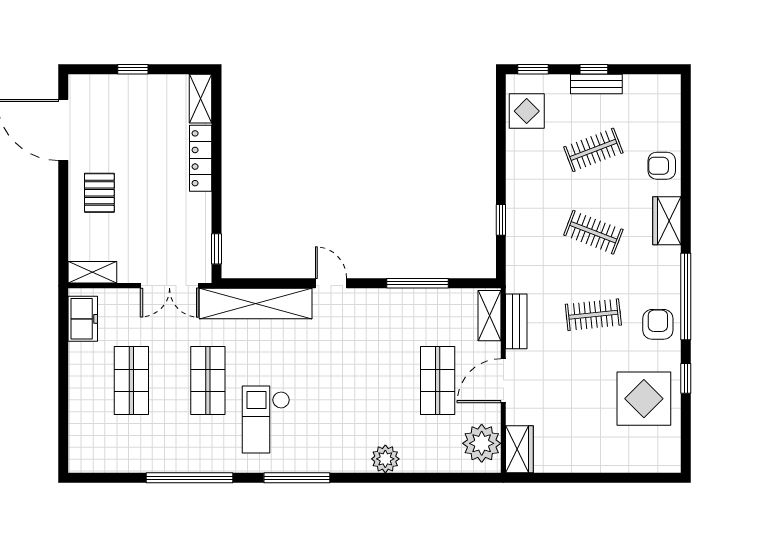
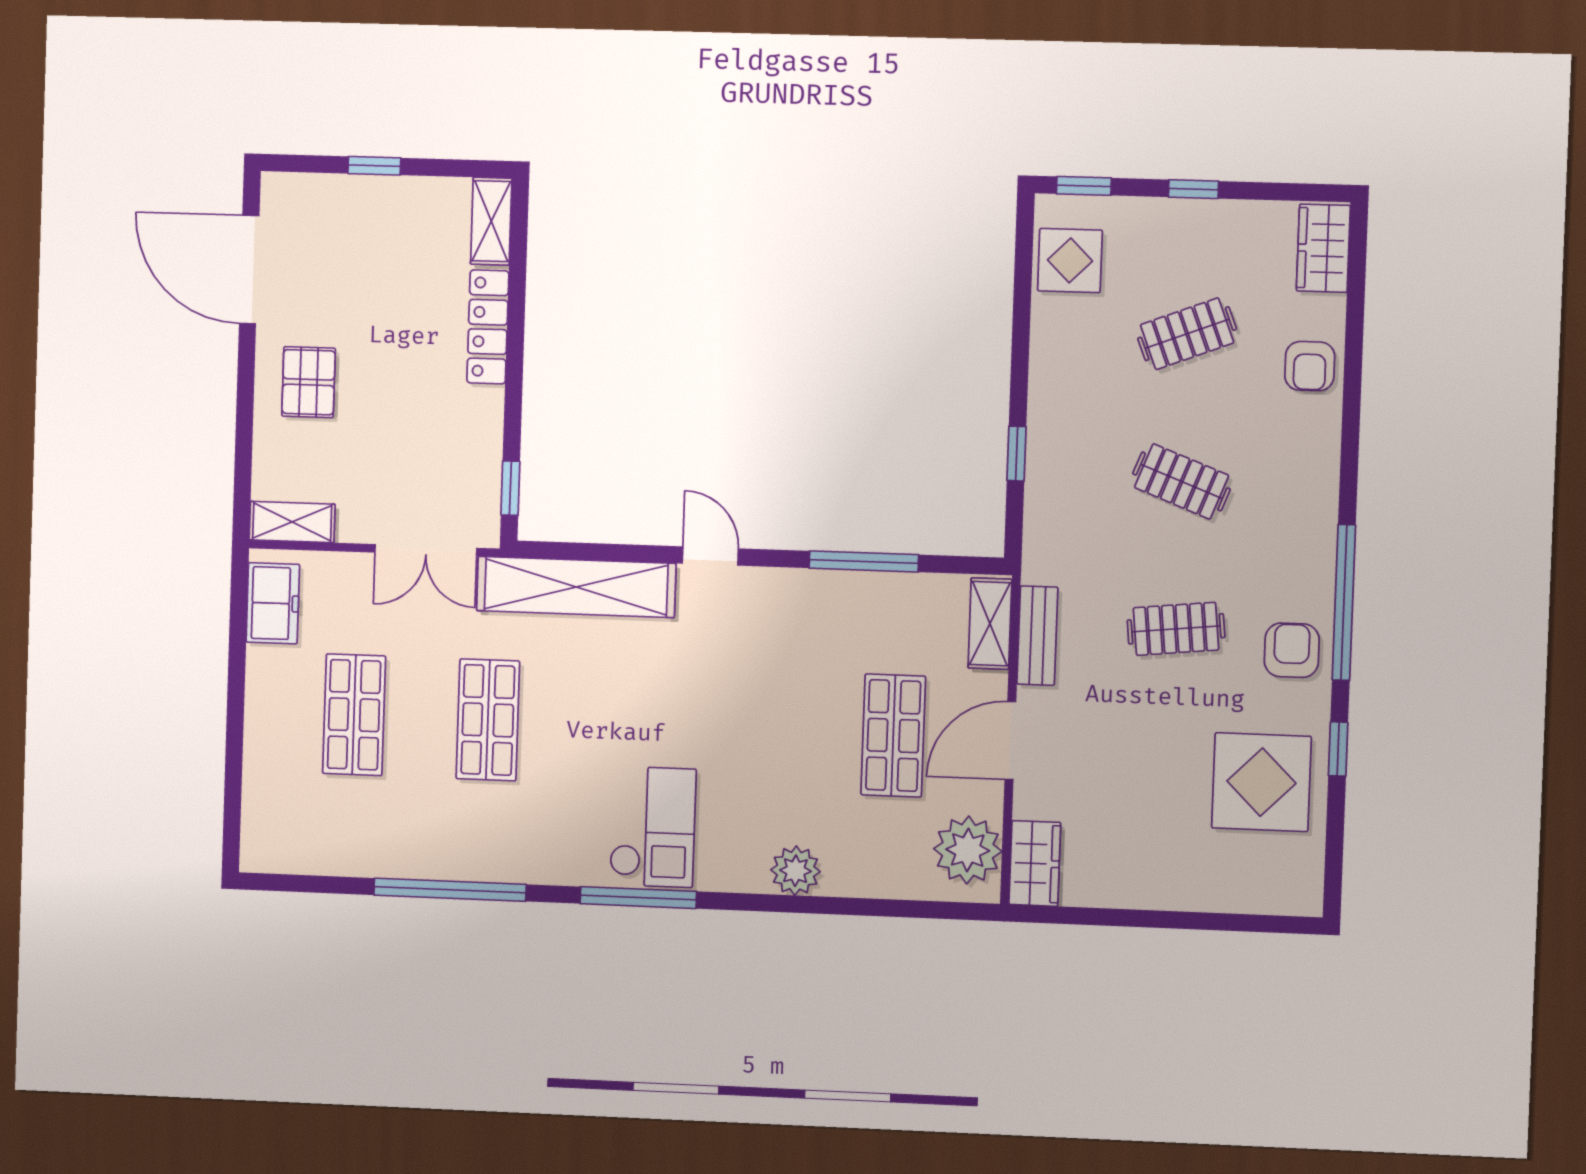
bench: (596, 84) -> (1197, 216), removed
armchair: (662, 166) -> (1310, 366), turned -90
wardrobe: (667, 221) -> (1323, 248), moved
checkout: (266, 419) -> (653, 827), moved, turned 180

